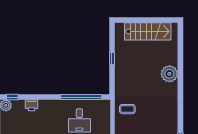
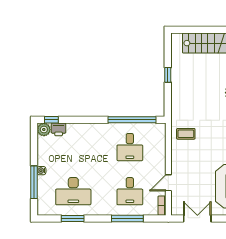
printer: (31, 105) -> (59, 129), moved

